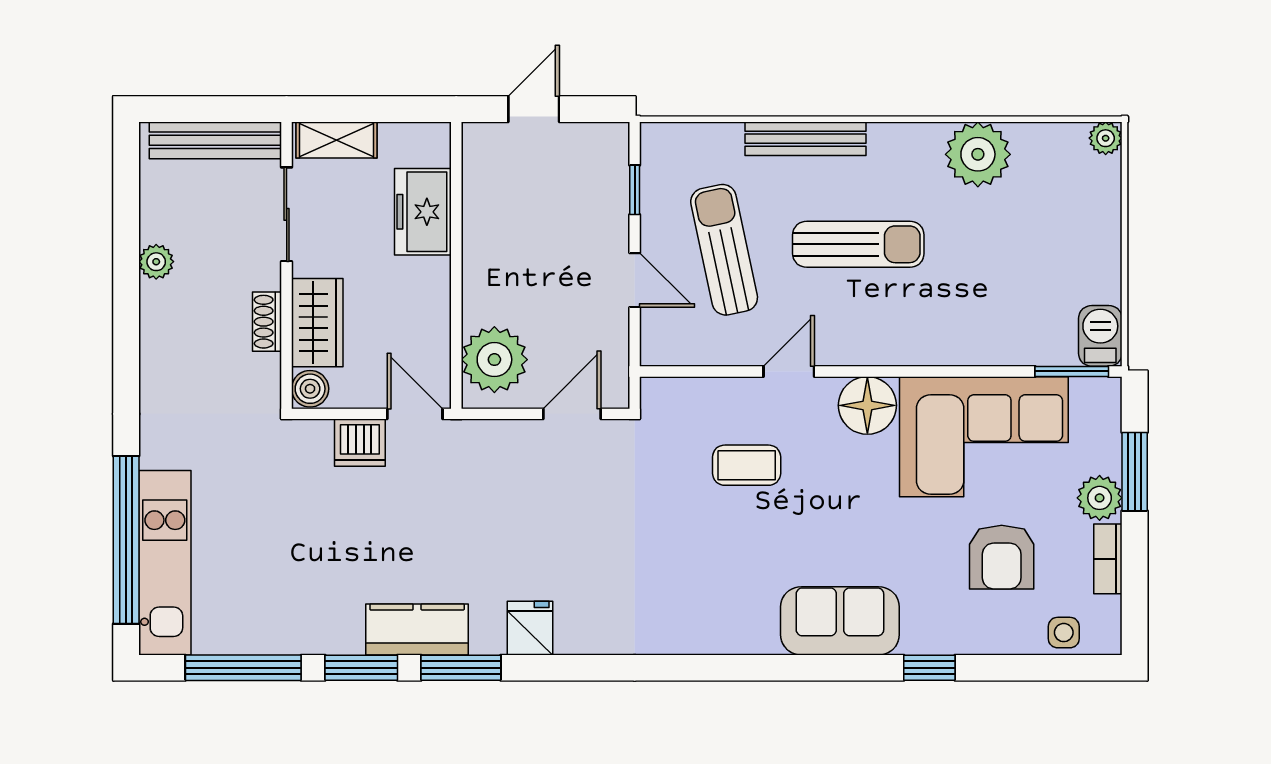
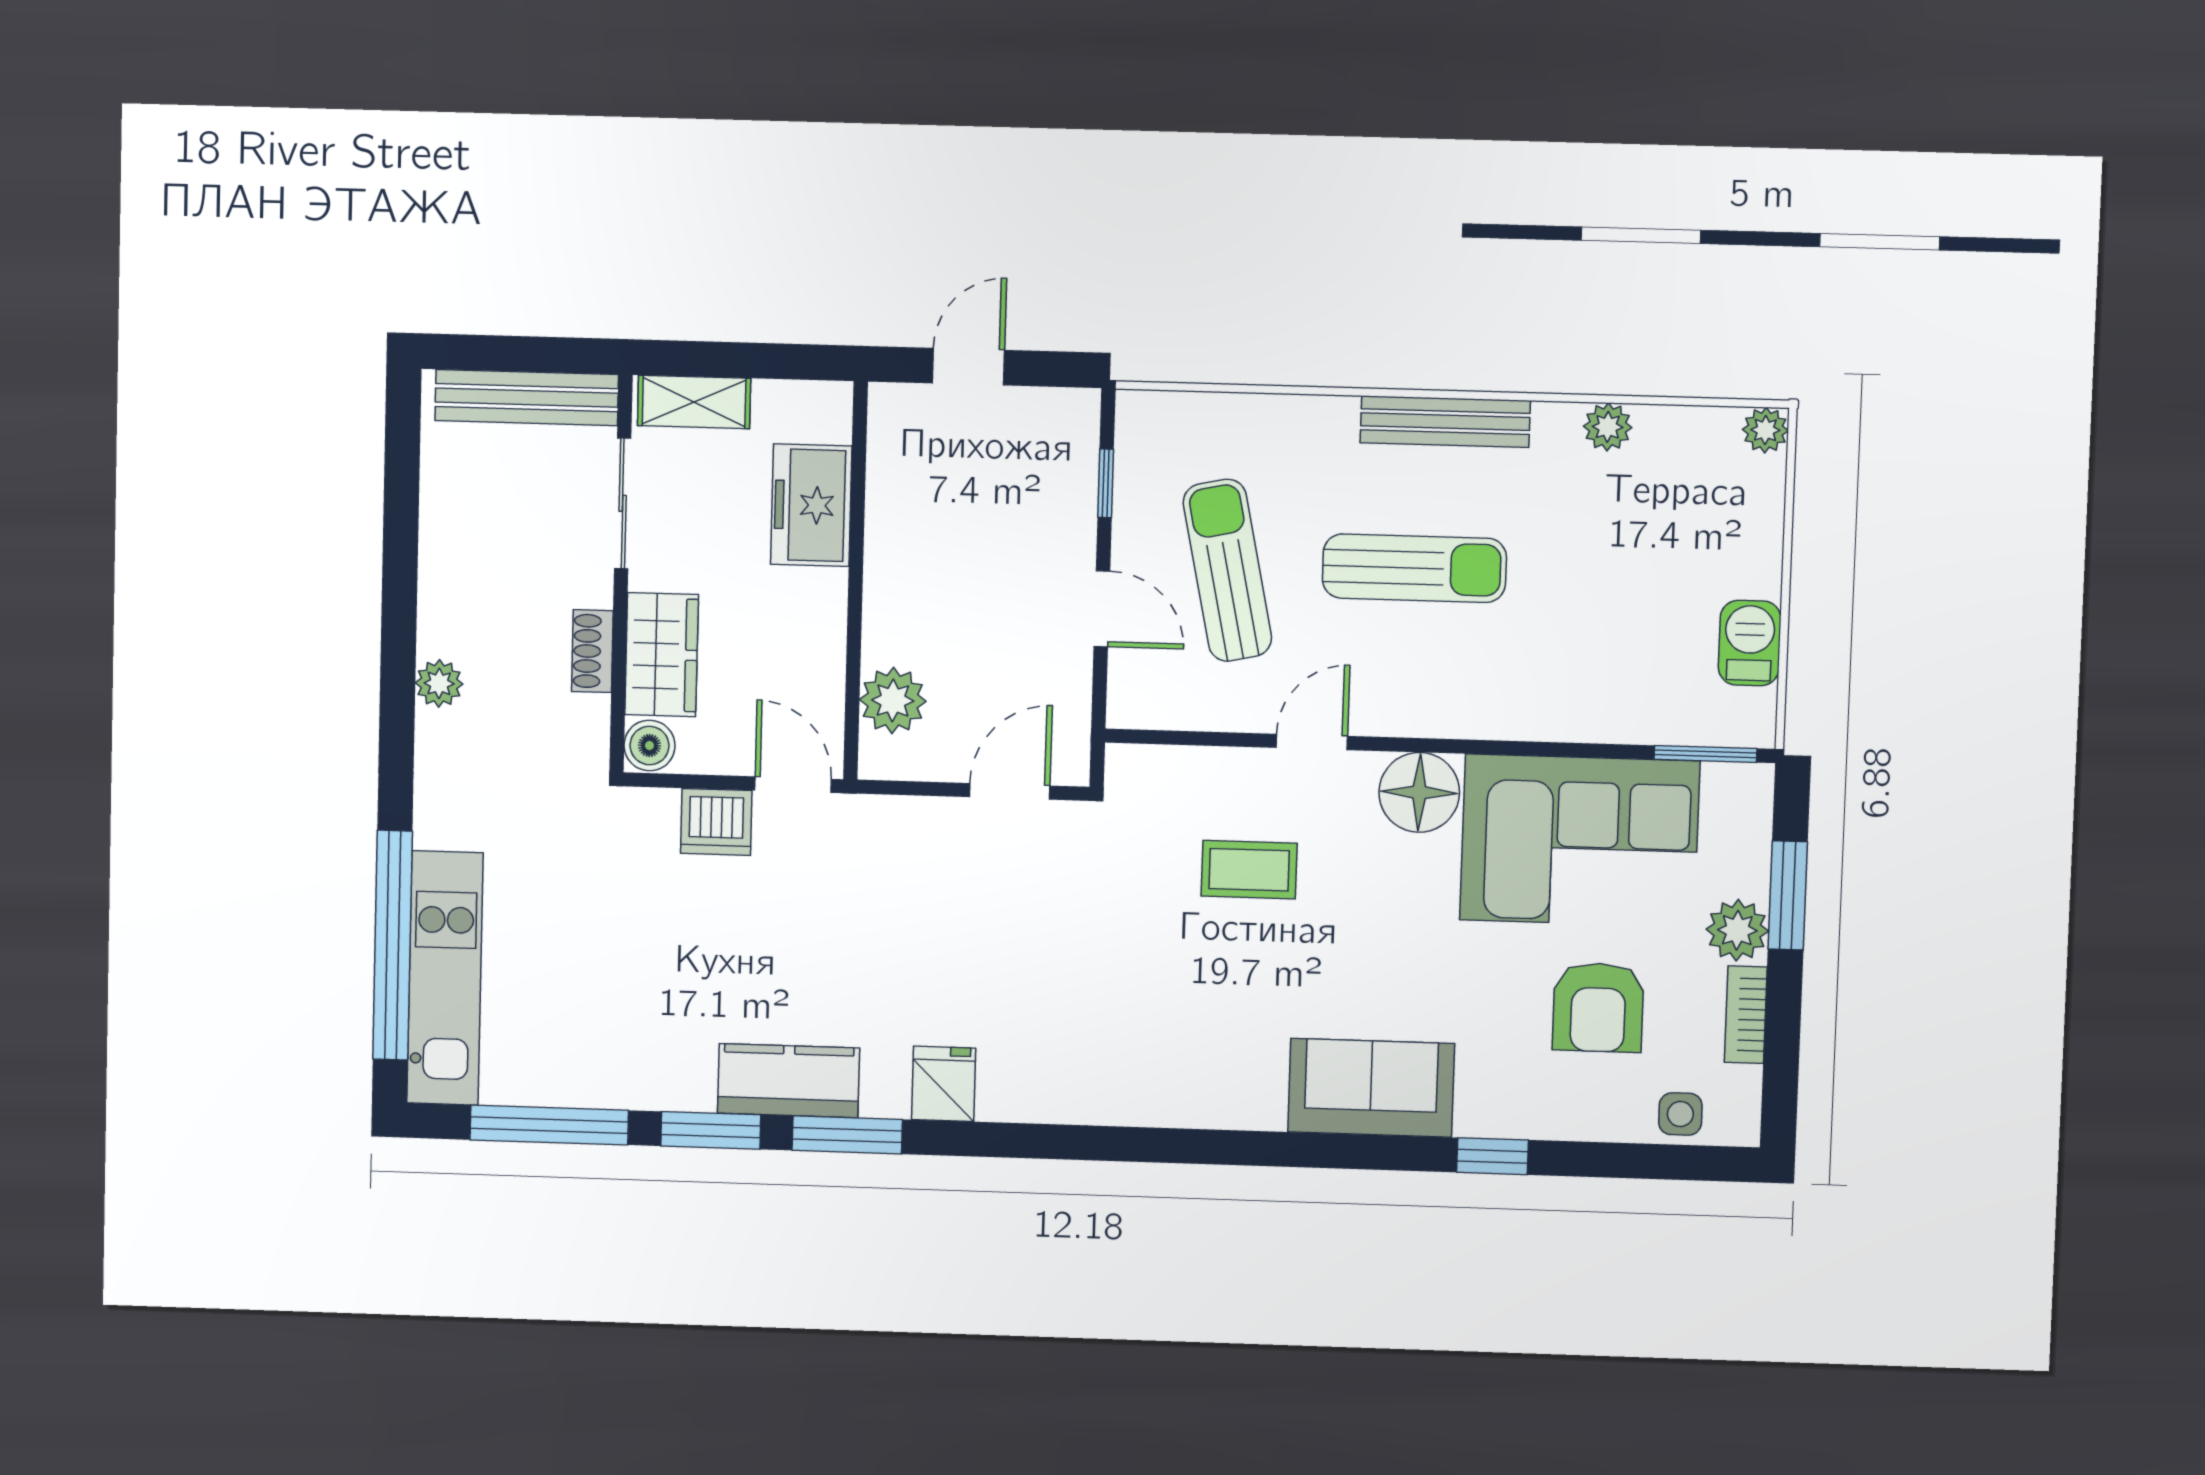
bench: (806, 139) -> (1445, 422), moved
plant: (978, 154) -> (1608, 427), width x0.53, depth x0.53
plant: (156, 262) -> (439, 683), moved
barbecue: (1100, 336) -> (1750, 643), moved
plant: (494, 360) -> (893, 700), width x0.73, depth x0.73

